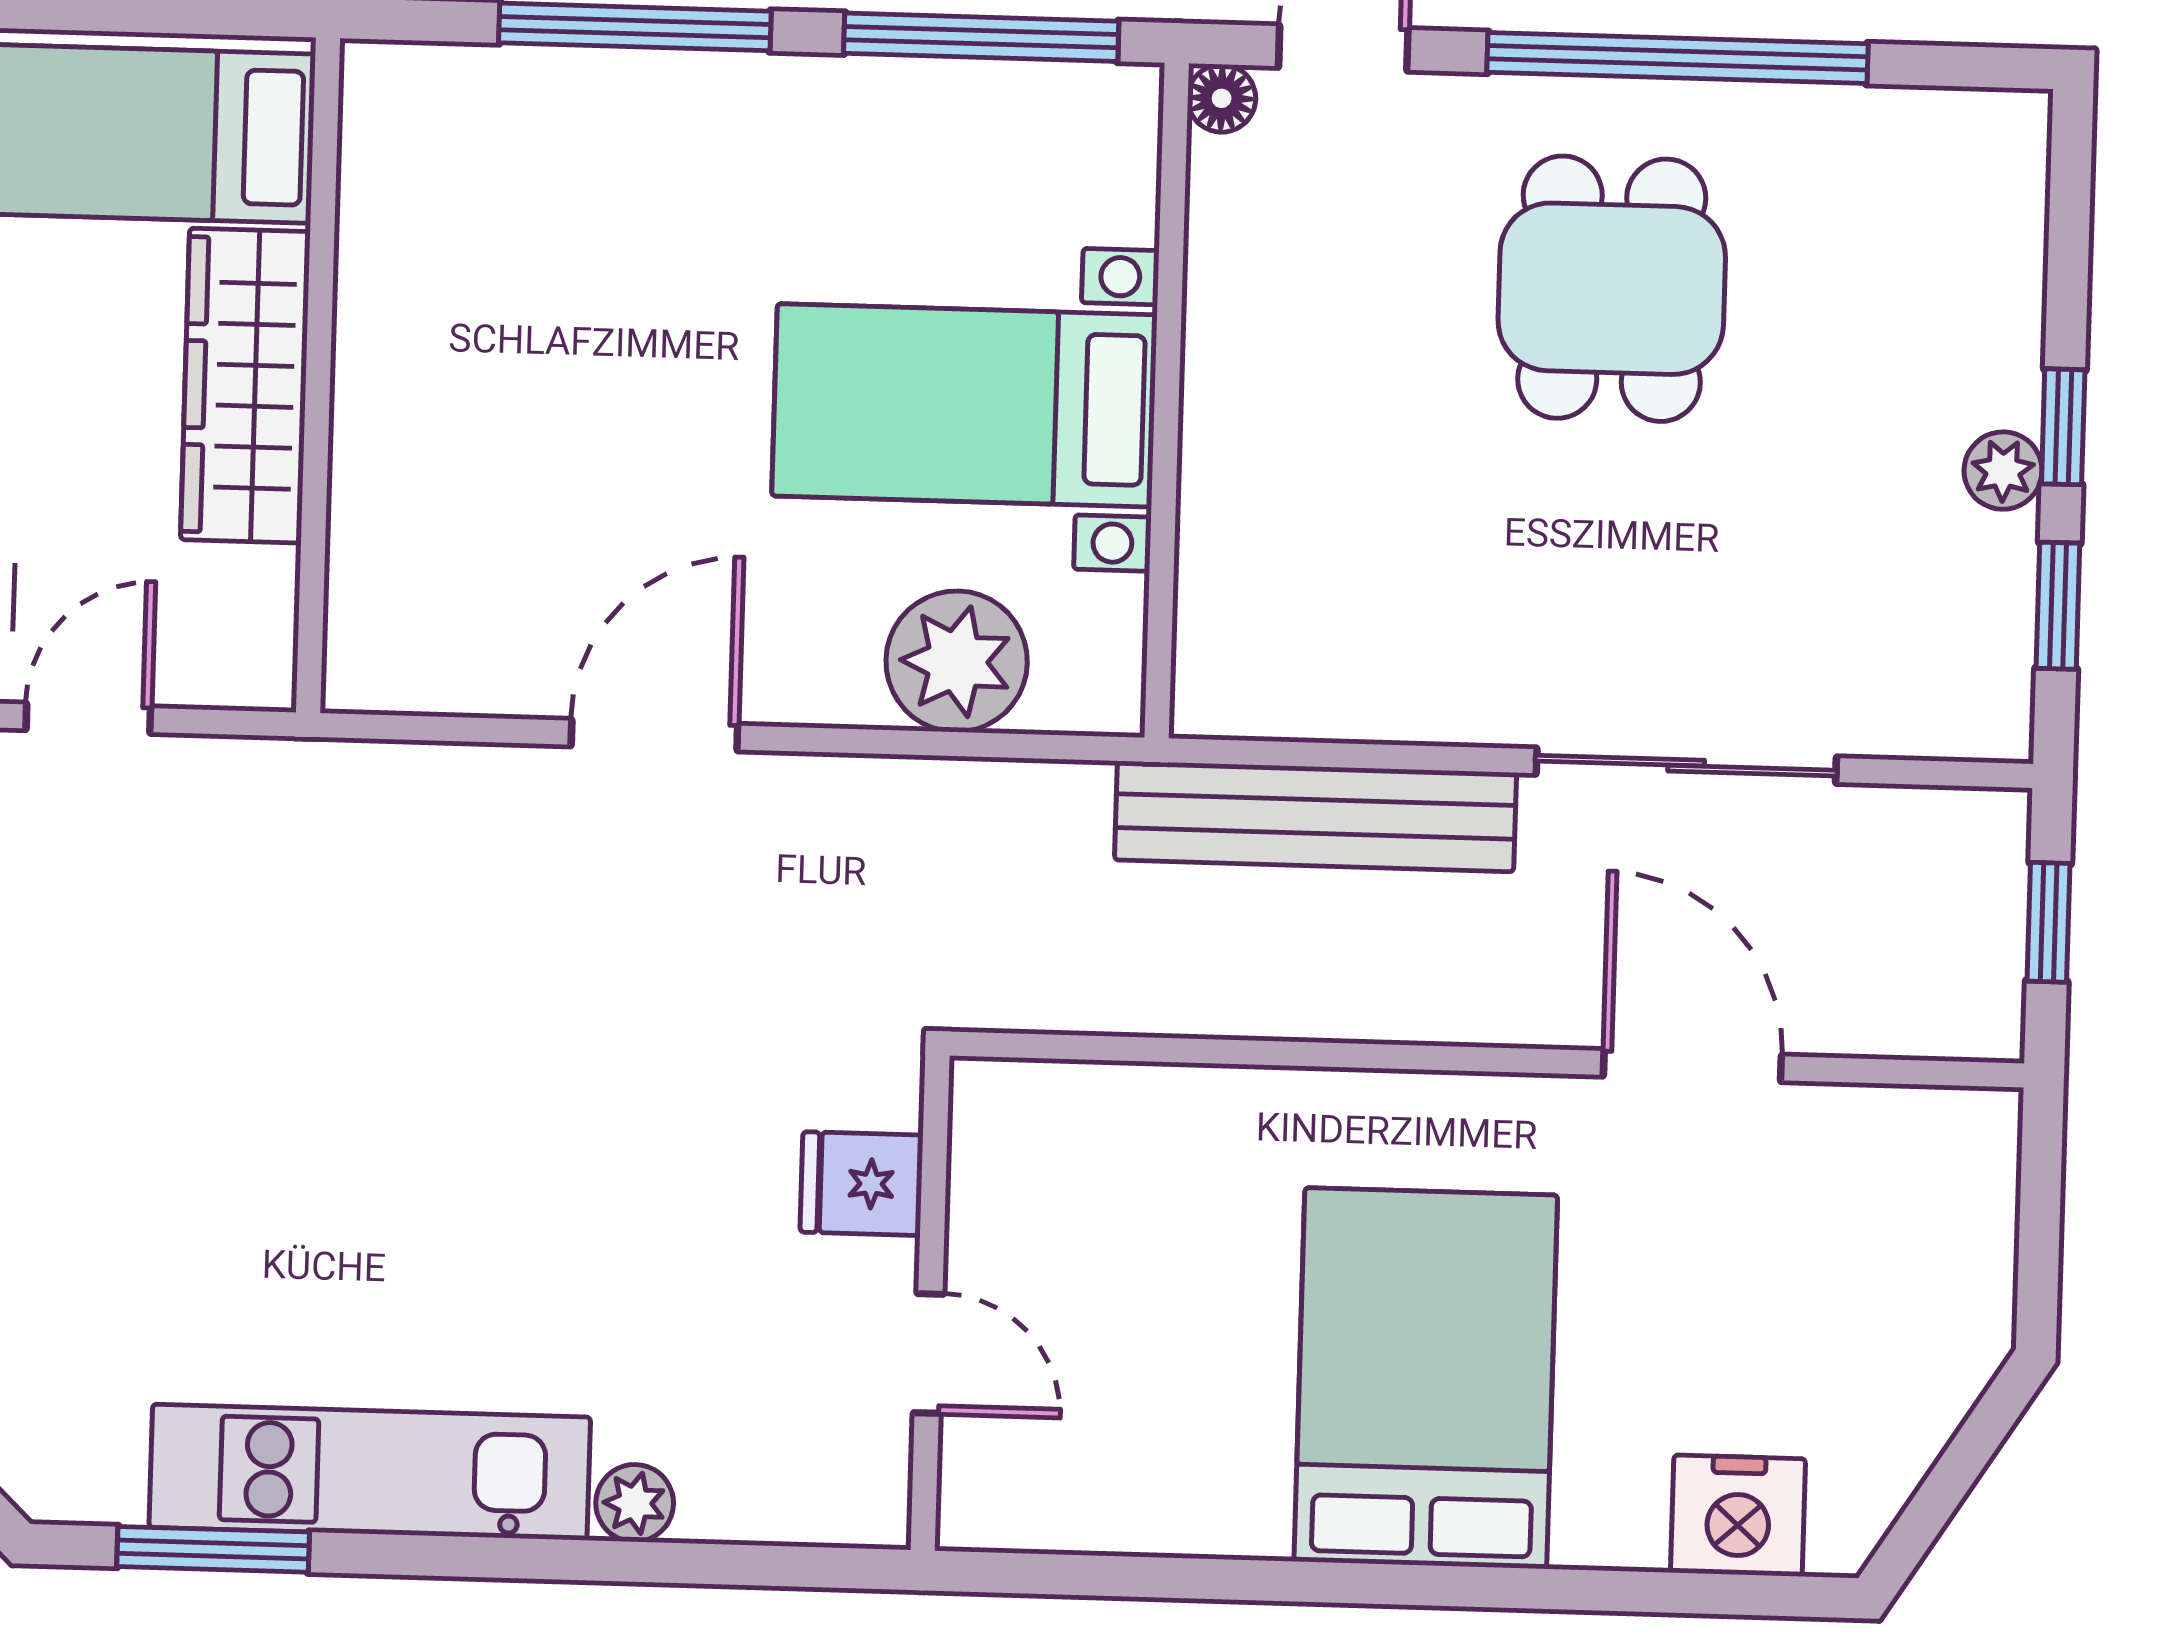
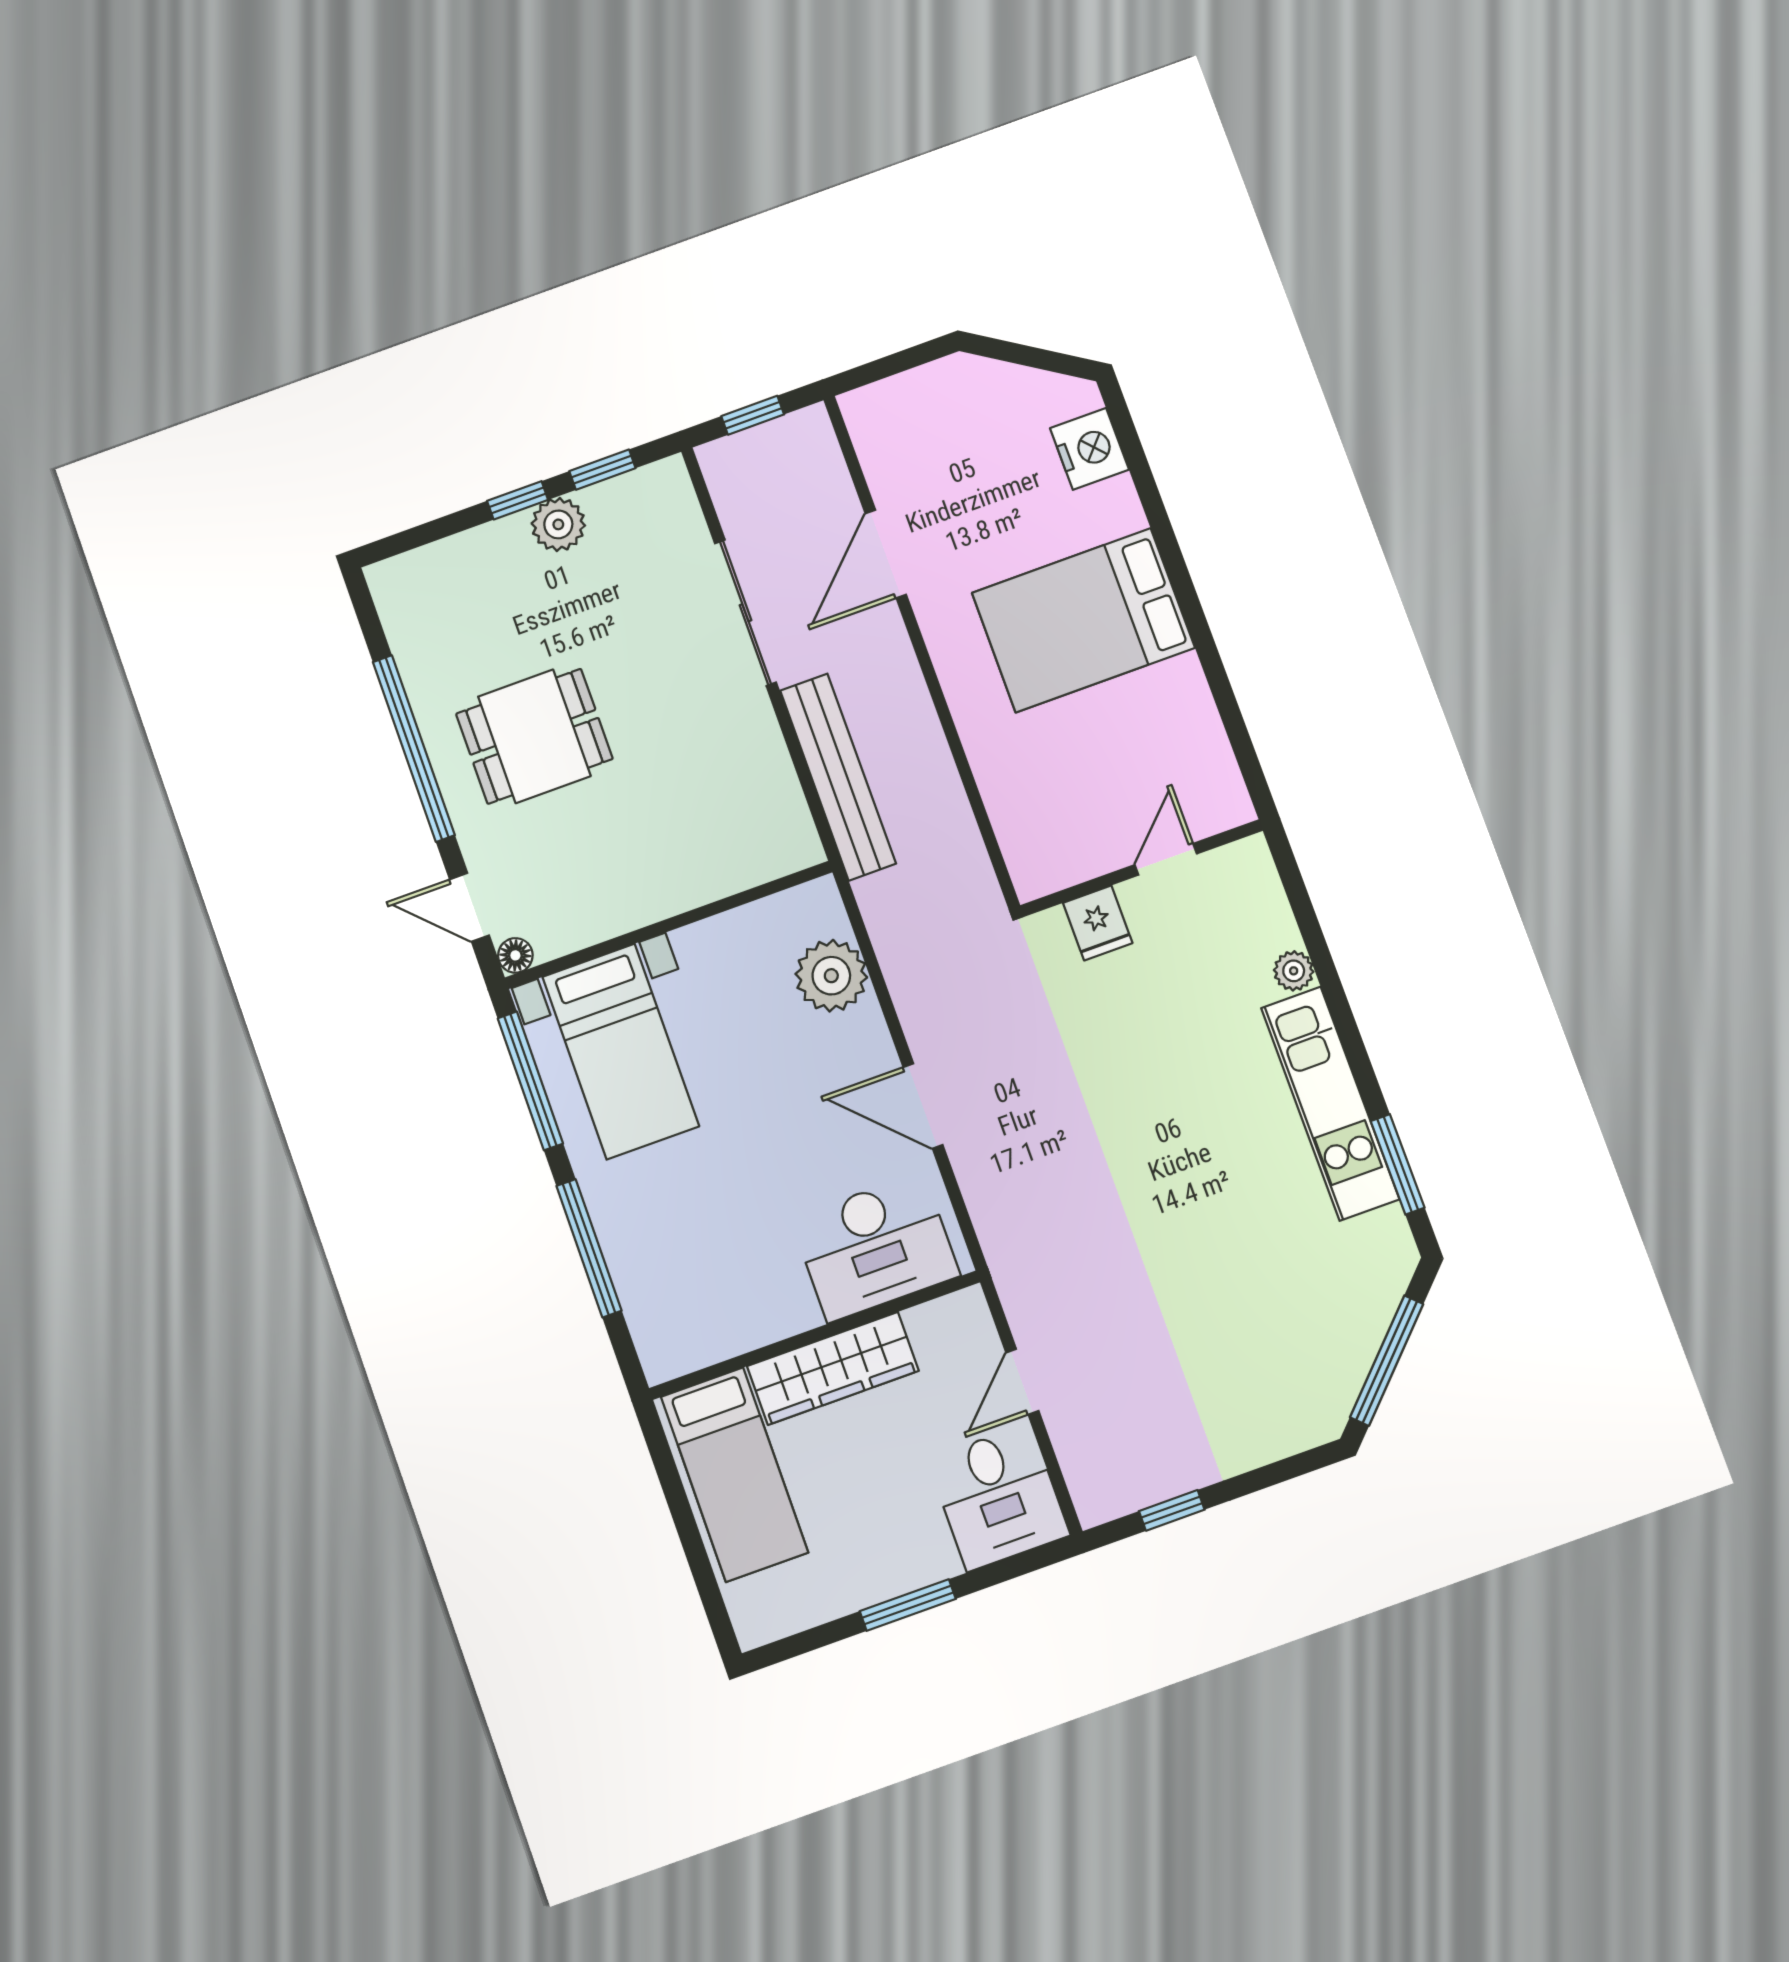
bed with nightstands: (964, 405) -> (621, 1051), moved
plant: (2003, 471) -> (558, 524), width x1.38, depth x1.38
desk: (433, 548) -> (875, 1247), added
door: (88, 718) -> (1022, 1382), hinge flipped

